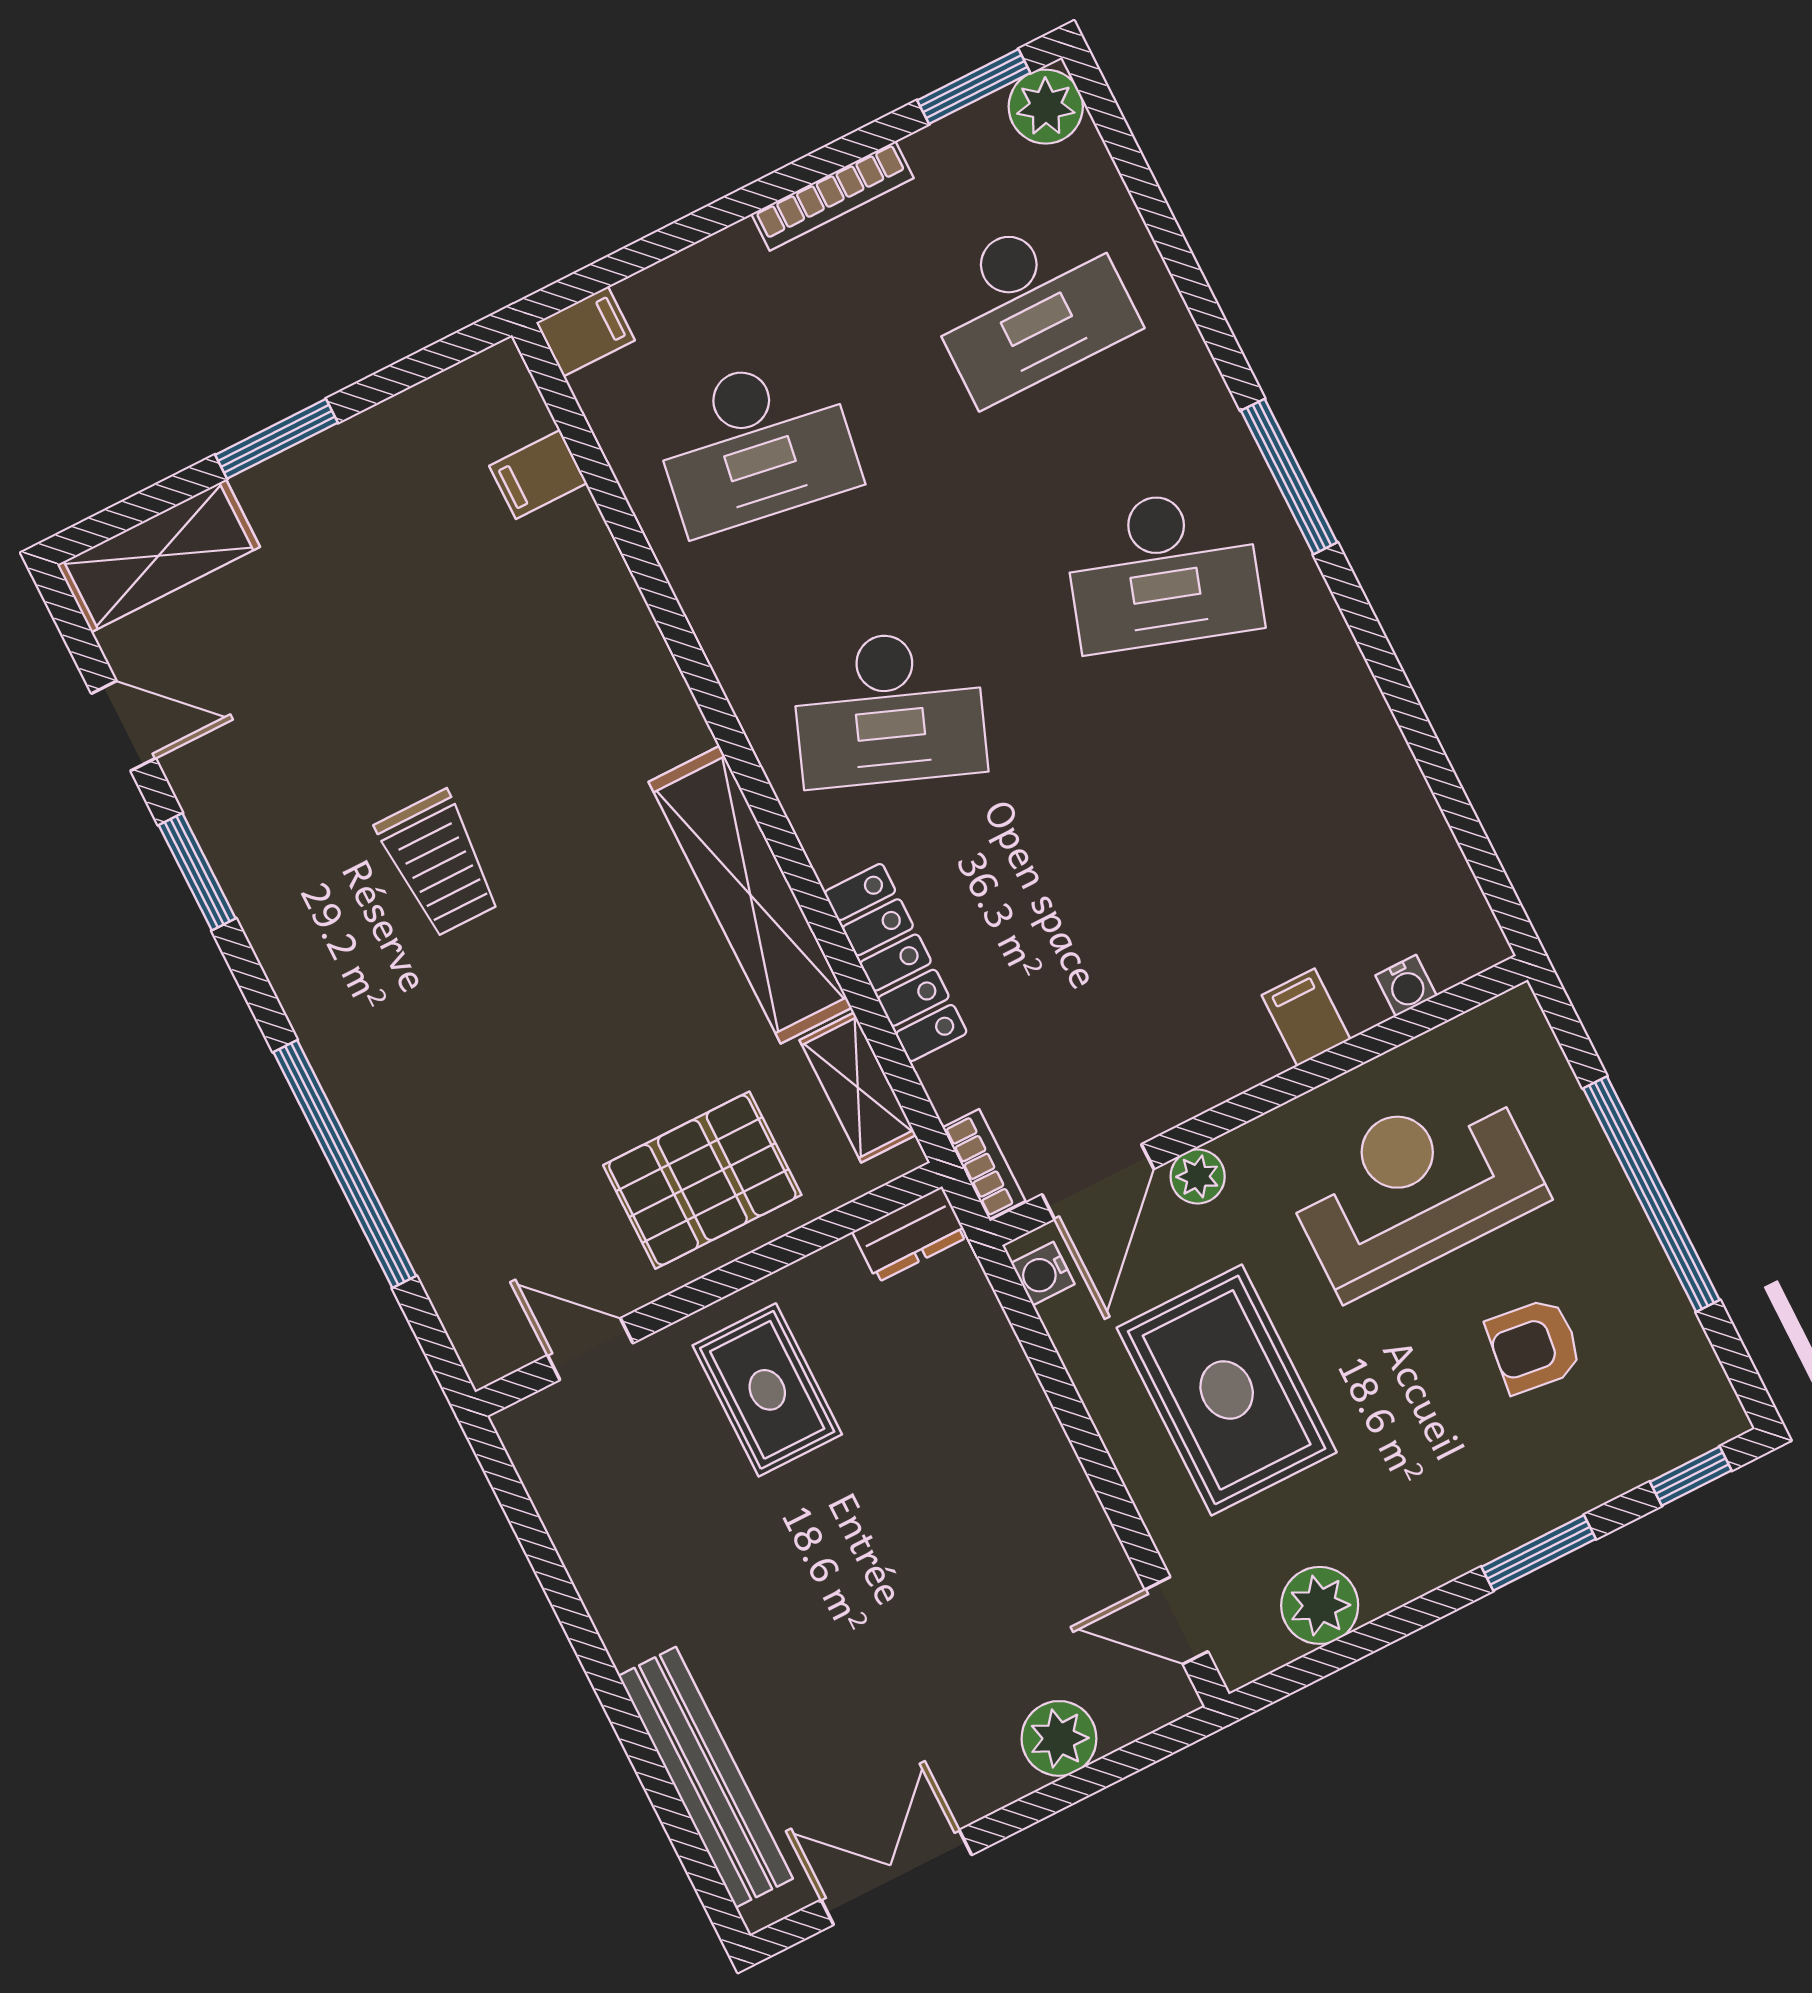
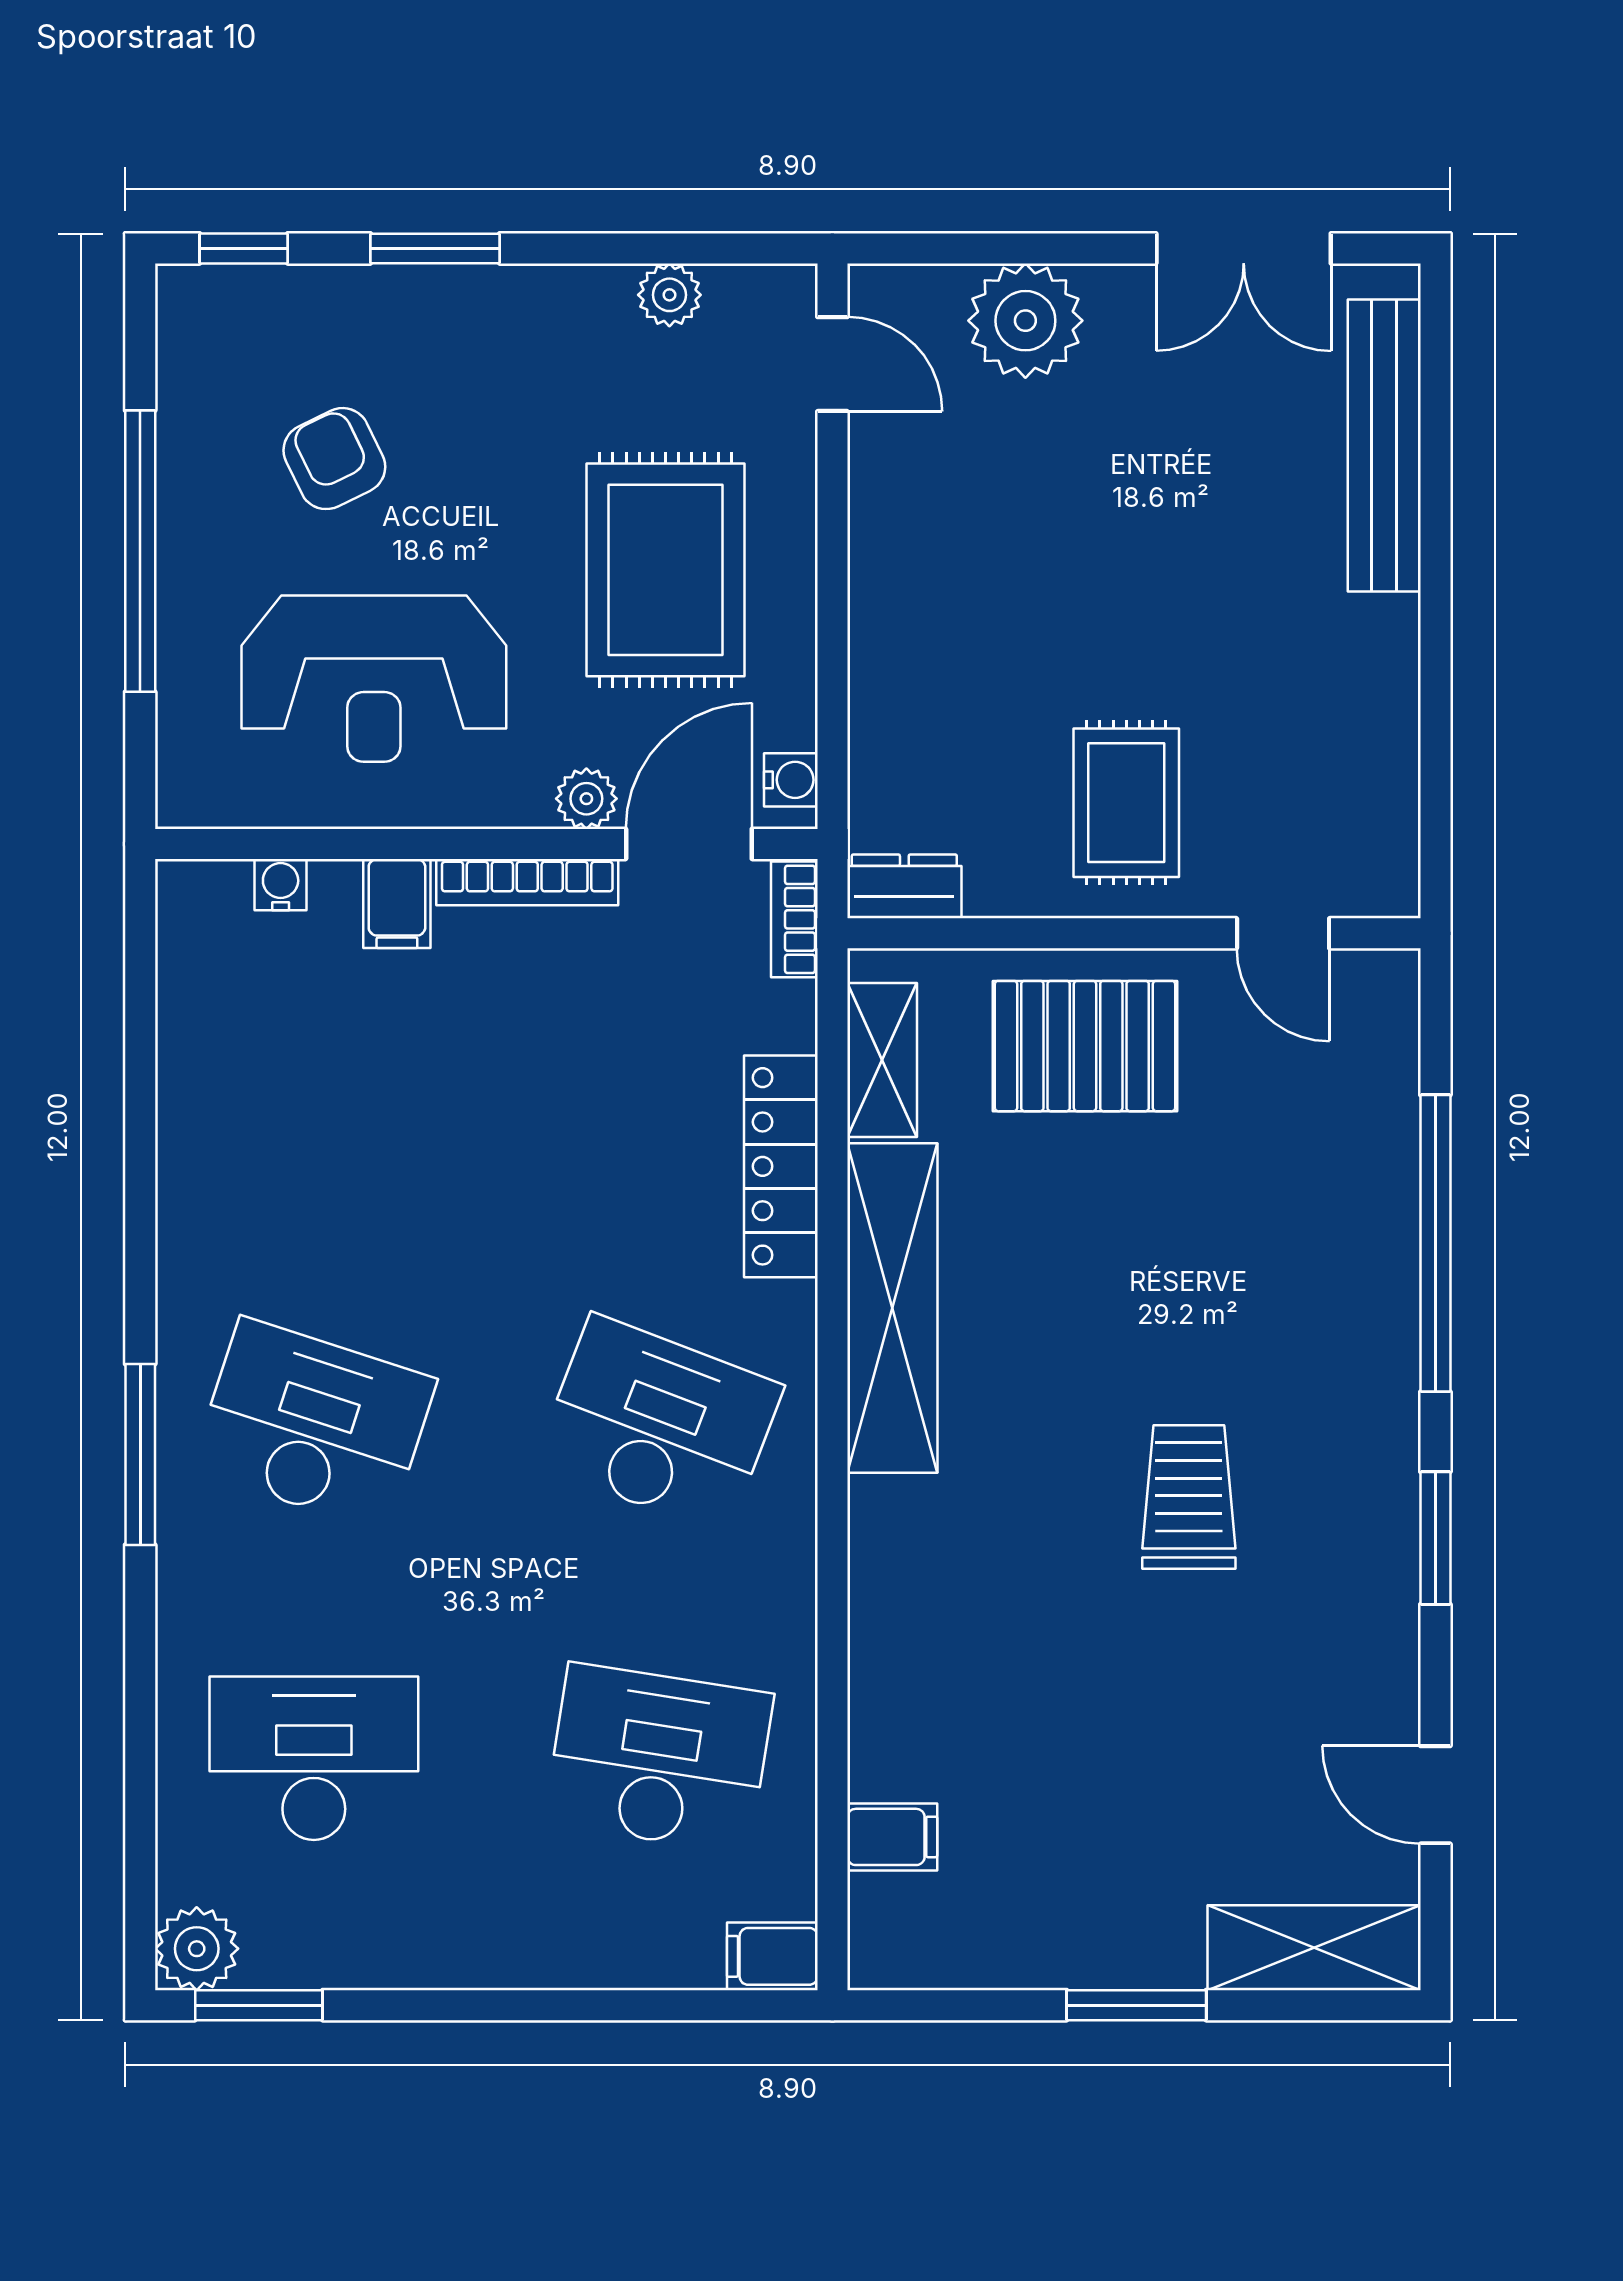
bookcase: (832, 196) -> (527, 882), moved, turned 180
window: (197, 872) -> (1435, 1538), moved
armchair: (1534, 1346) -> (334, 459), turned -123
plant: (1320, 1605) -> (669, 295), width x0.73, depth x0.73
plant: (1059, 1738) -> (1025, 321), width x1.36, depth x1.36

